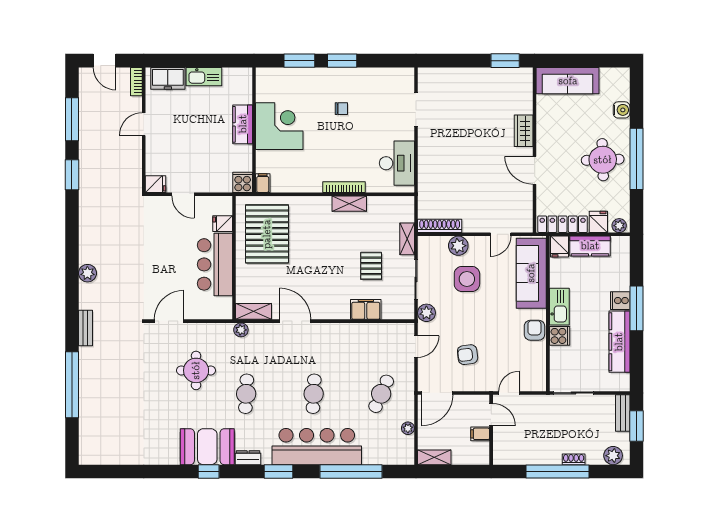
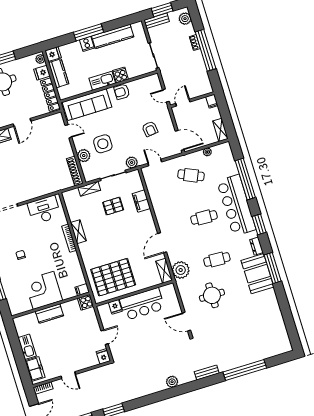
fridge: (560, 247) -> (53, 54), moved
plant: (241, 330) -> (181, 270), width x1.88, depth x1.88
filing cabinet: (480, 434) -> (212, 101), moved
window: (209, 471) -> (273, 268), width x2.17

